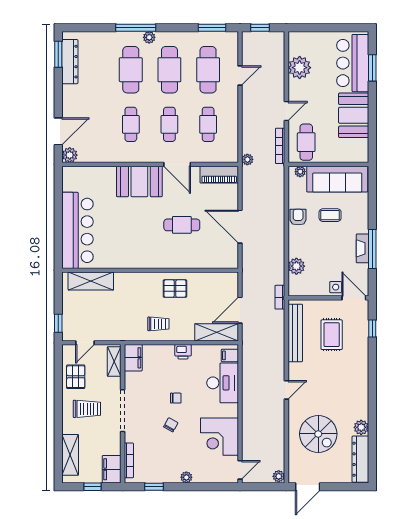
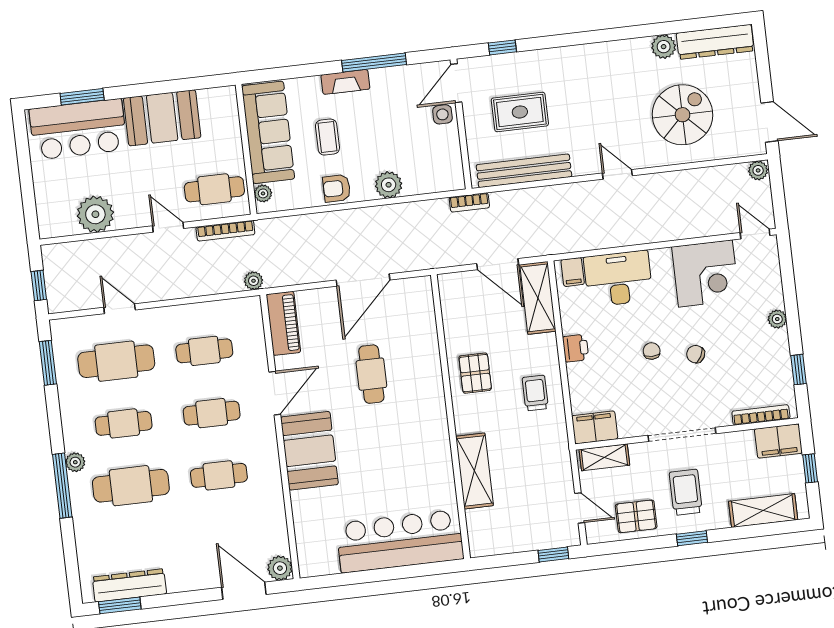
cafe table: (169, 70) -> (124, 423), width x0.73, depth x0.74
fireplace: (363, 248) -> (345, 82), moved
plant: (296, 266) -> (389, 185), moved
shelving: (91, 281) -> (474, 471), moved
window: (58, 409) -> (692, 538), added

